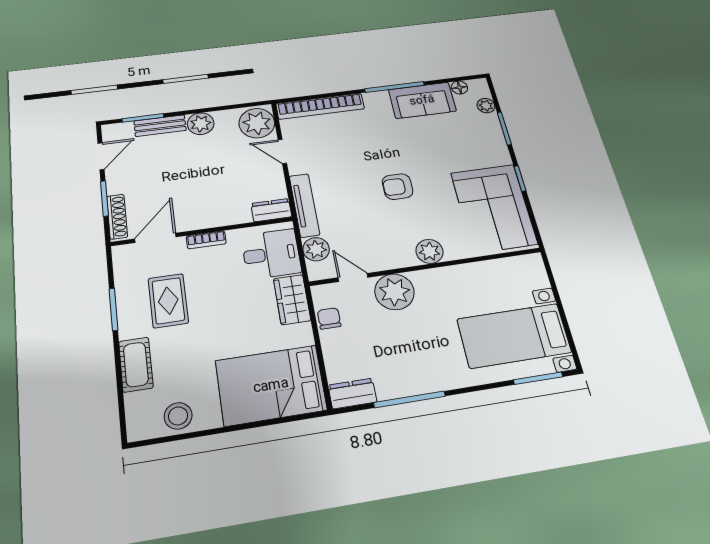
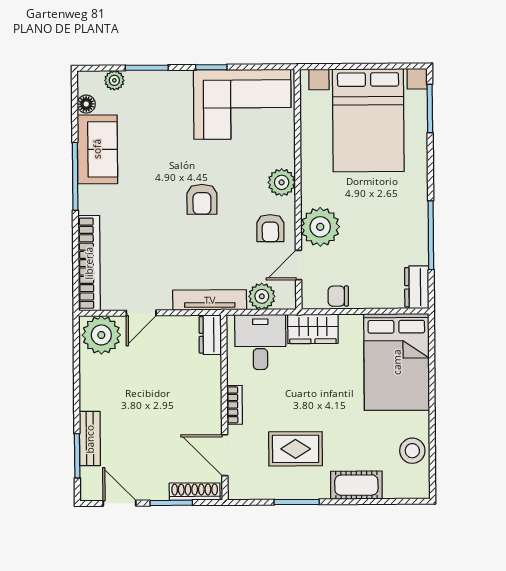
plant: (201, 124) -> (93, 395), removed
armchair: (384, 248) -> (270, 228), added
bed with nightstands: (514, 336) -> (368, 120), width x1.36

